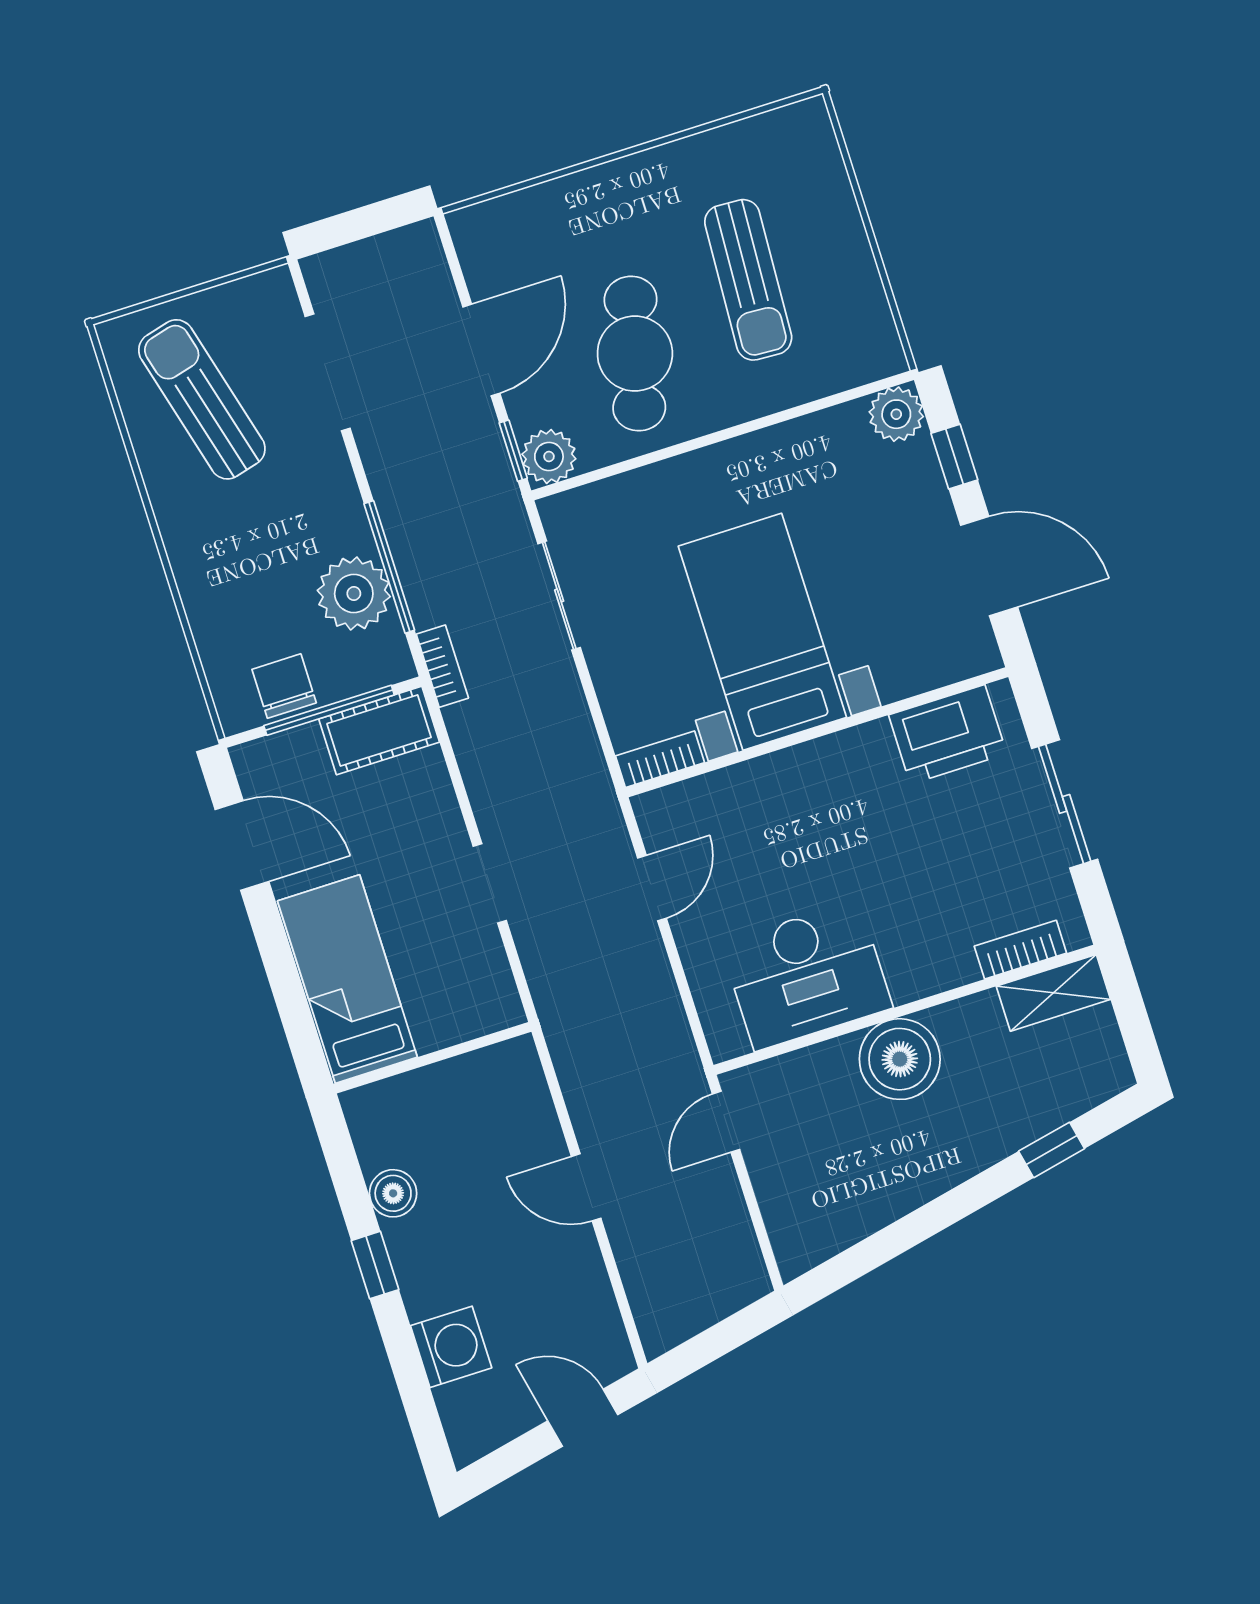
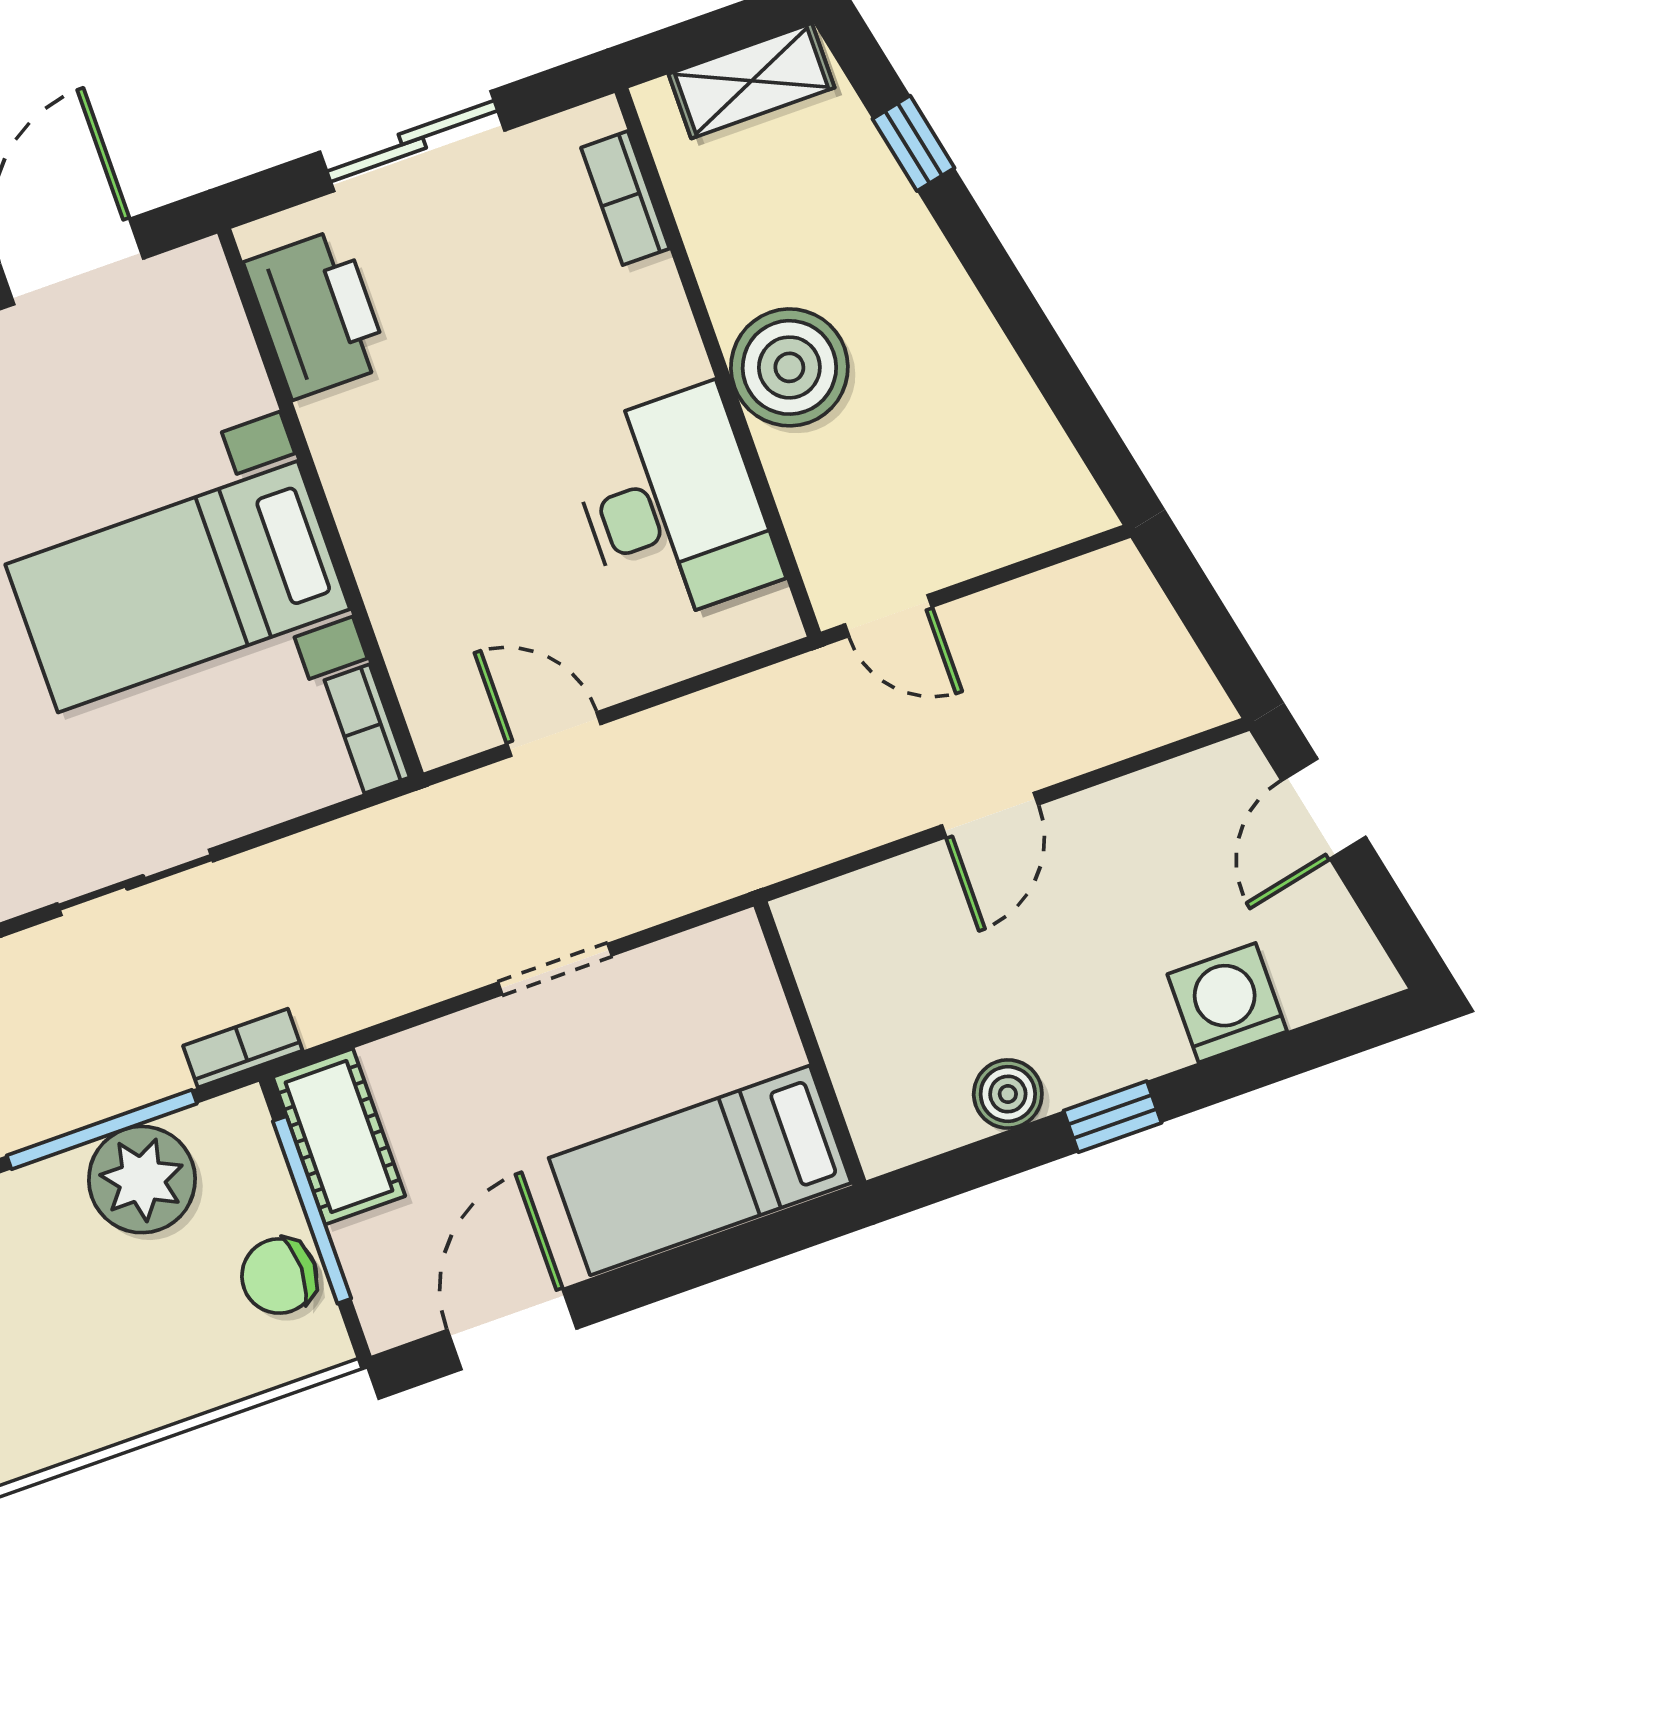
shelving: (1053, 993) -> (751, 81), moved, turned 90

